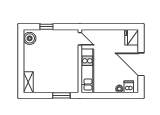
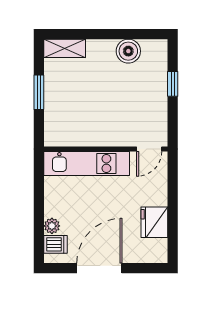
fridge: (132, 37) -> (154, 222), moved, turned -90
boiler: (30, 38) -> (128, 51), moved
window: (61, 95) -> (39, 92), moved

